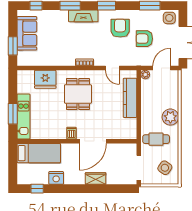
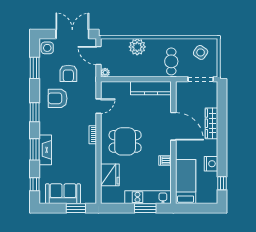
fireplace: (83, 16) -> (45, 150), moved
kitchen counter: (130, 98) -> (151, 88), moved
plant: (170, 117) -> (137, 47), moved
dishwasher: (71, 133) -> (165, 160), moved
wardrobe: (96, 178) -> (211, 123), width x1.50

